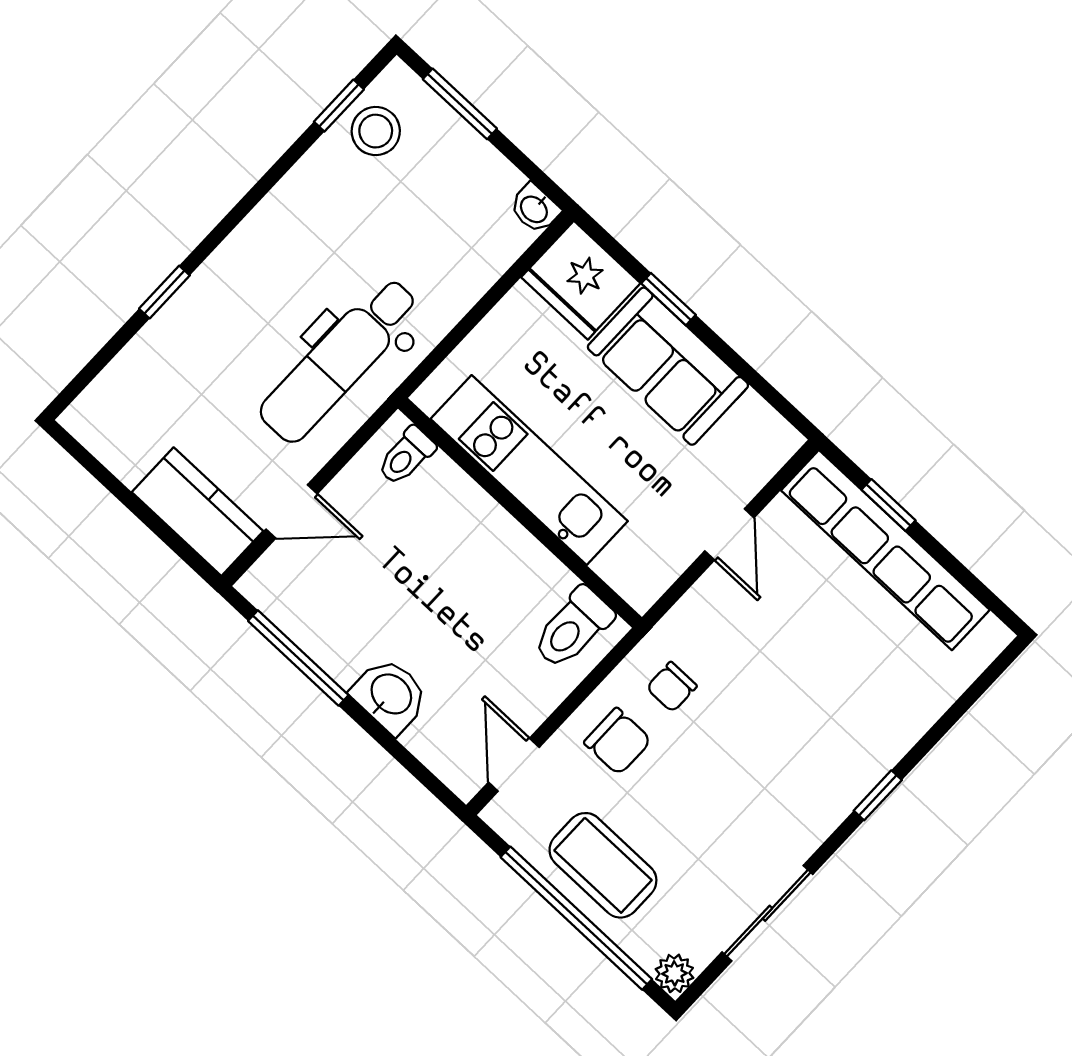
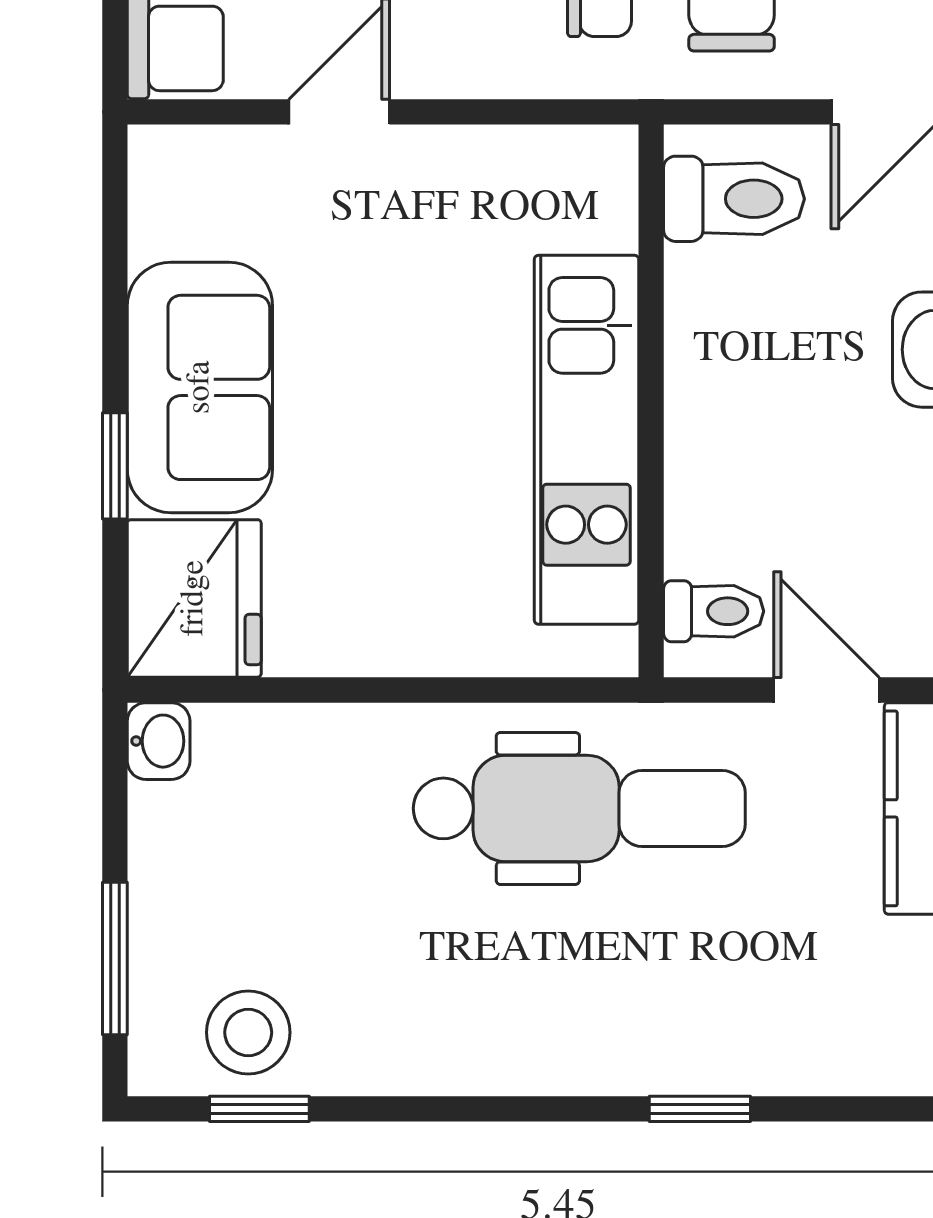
toilet: (406, 456) -> (714, 611), moved
kitchen unit: (529, 470) -> (587, 440), moved
wall: (520, 513) -> (651, 401), moved
toilet: (573, 628) -> (734, 199), moved

